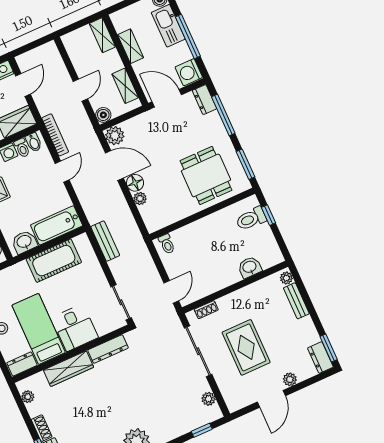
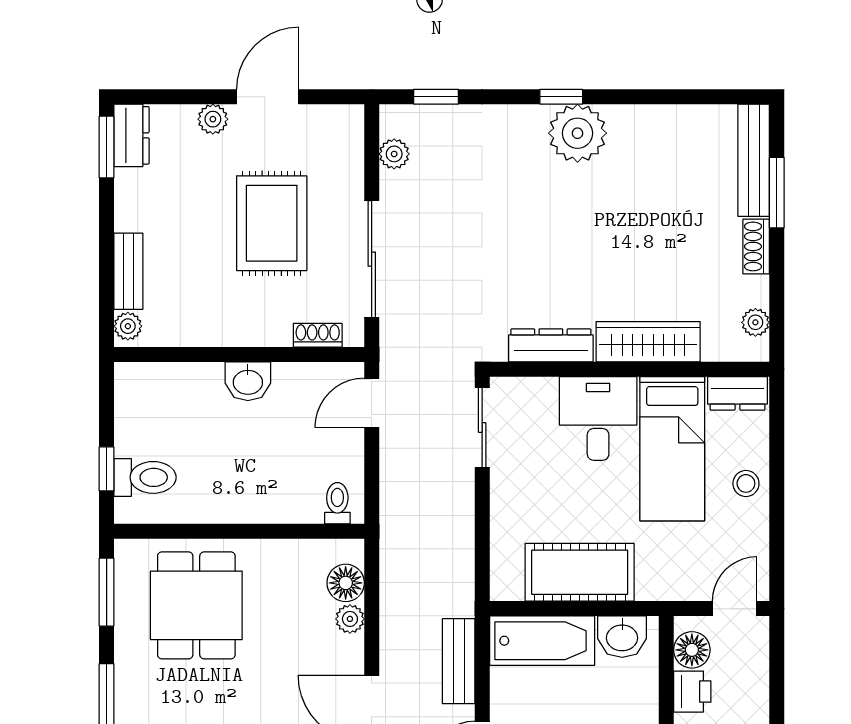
floor lamp: (135, 183) -> (346, 583), moved
bench: (105, 241) -> (459, 661), moved
washbasin: (250, 267) -> (248, 381), moved

